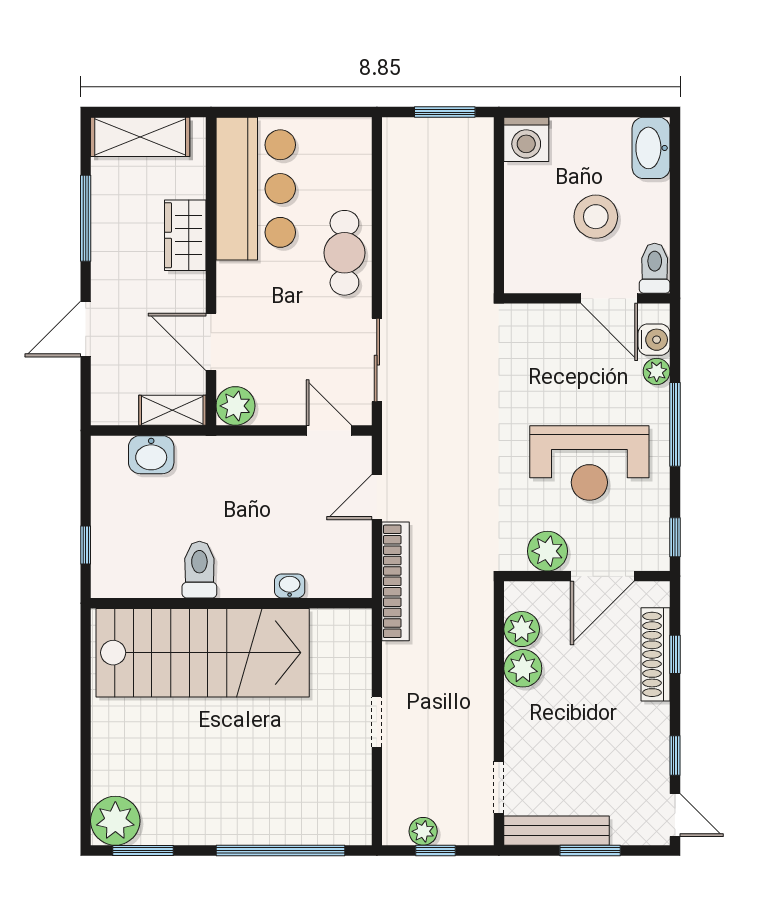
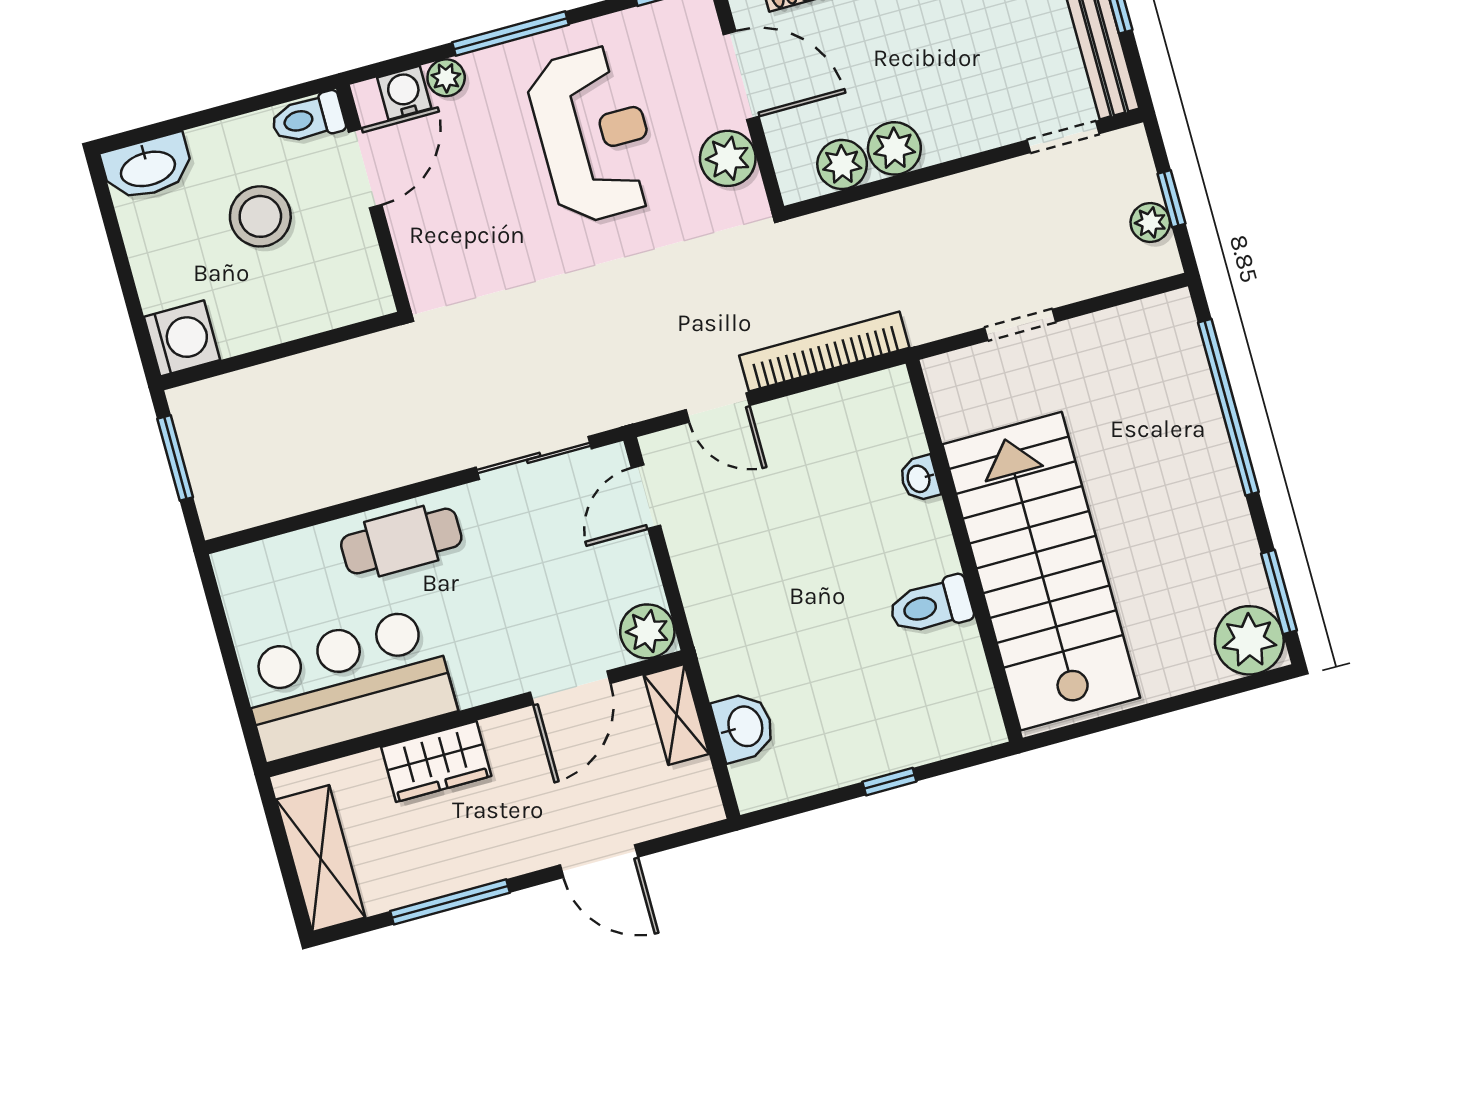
toilet: (199, 570) -> (931, 606), moved
washbasin: (290, 586) -> (920, 479), moved
wall: (231, 603) -> (964, 551), moved
stairs: (203, 653) -> (1041, 571), moved

